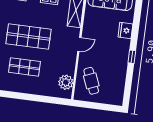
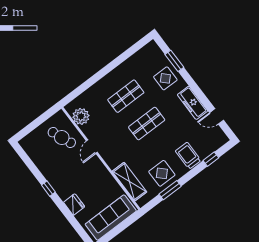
shop shelf: (28, 36) -> (147, 124), width x0.70, depth x0.74
door: (79, 44) -> (92, 147), moved

